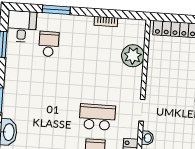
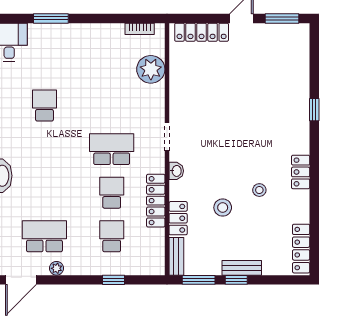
bookcase: (106, 21) -> (140, 29), moved
school desk: (49, 44) -> (44, 106), moved

